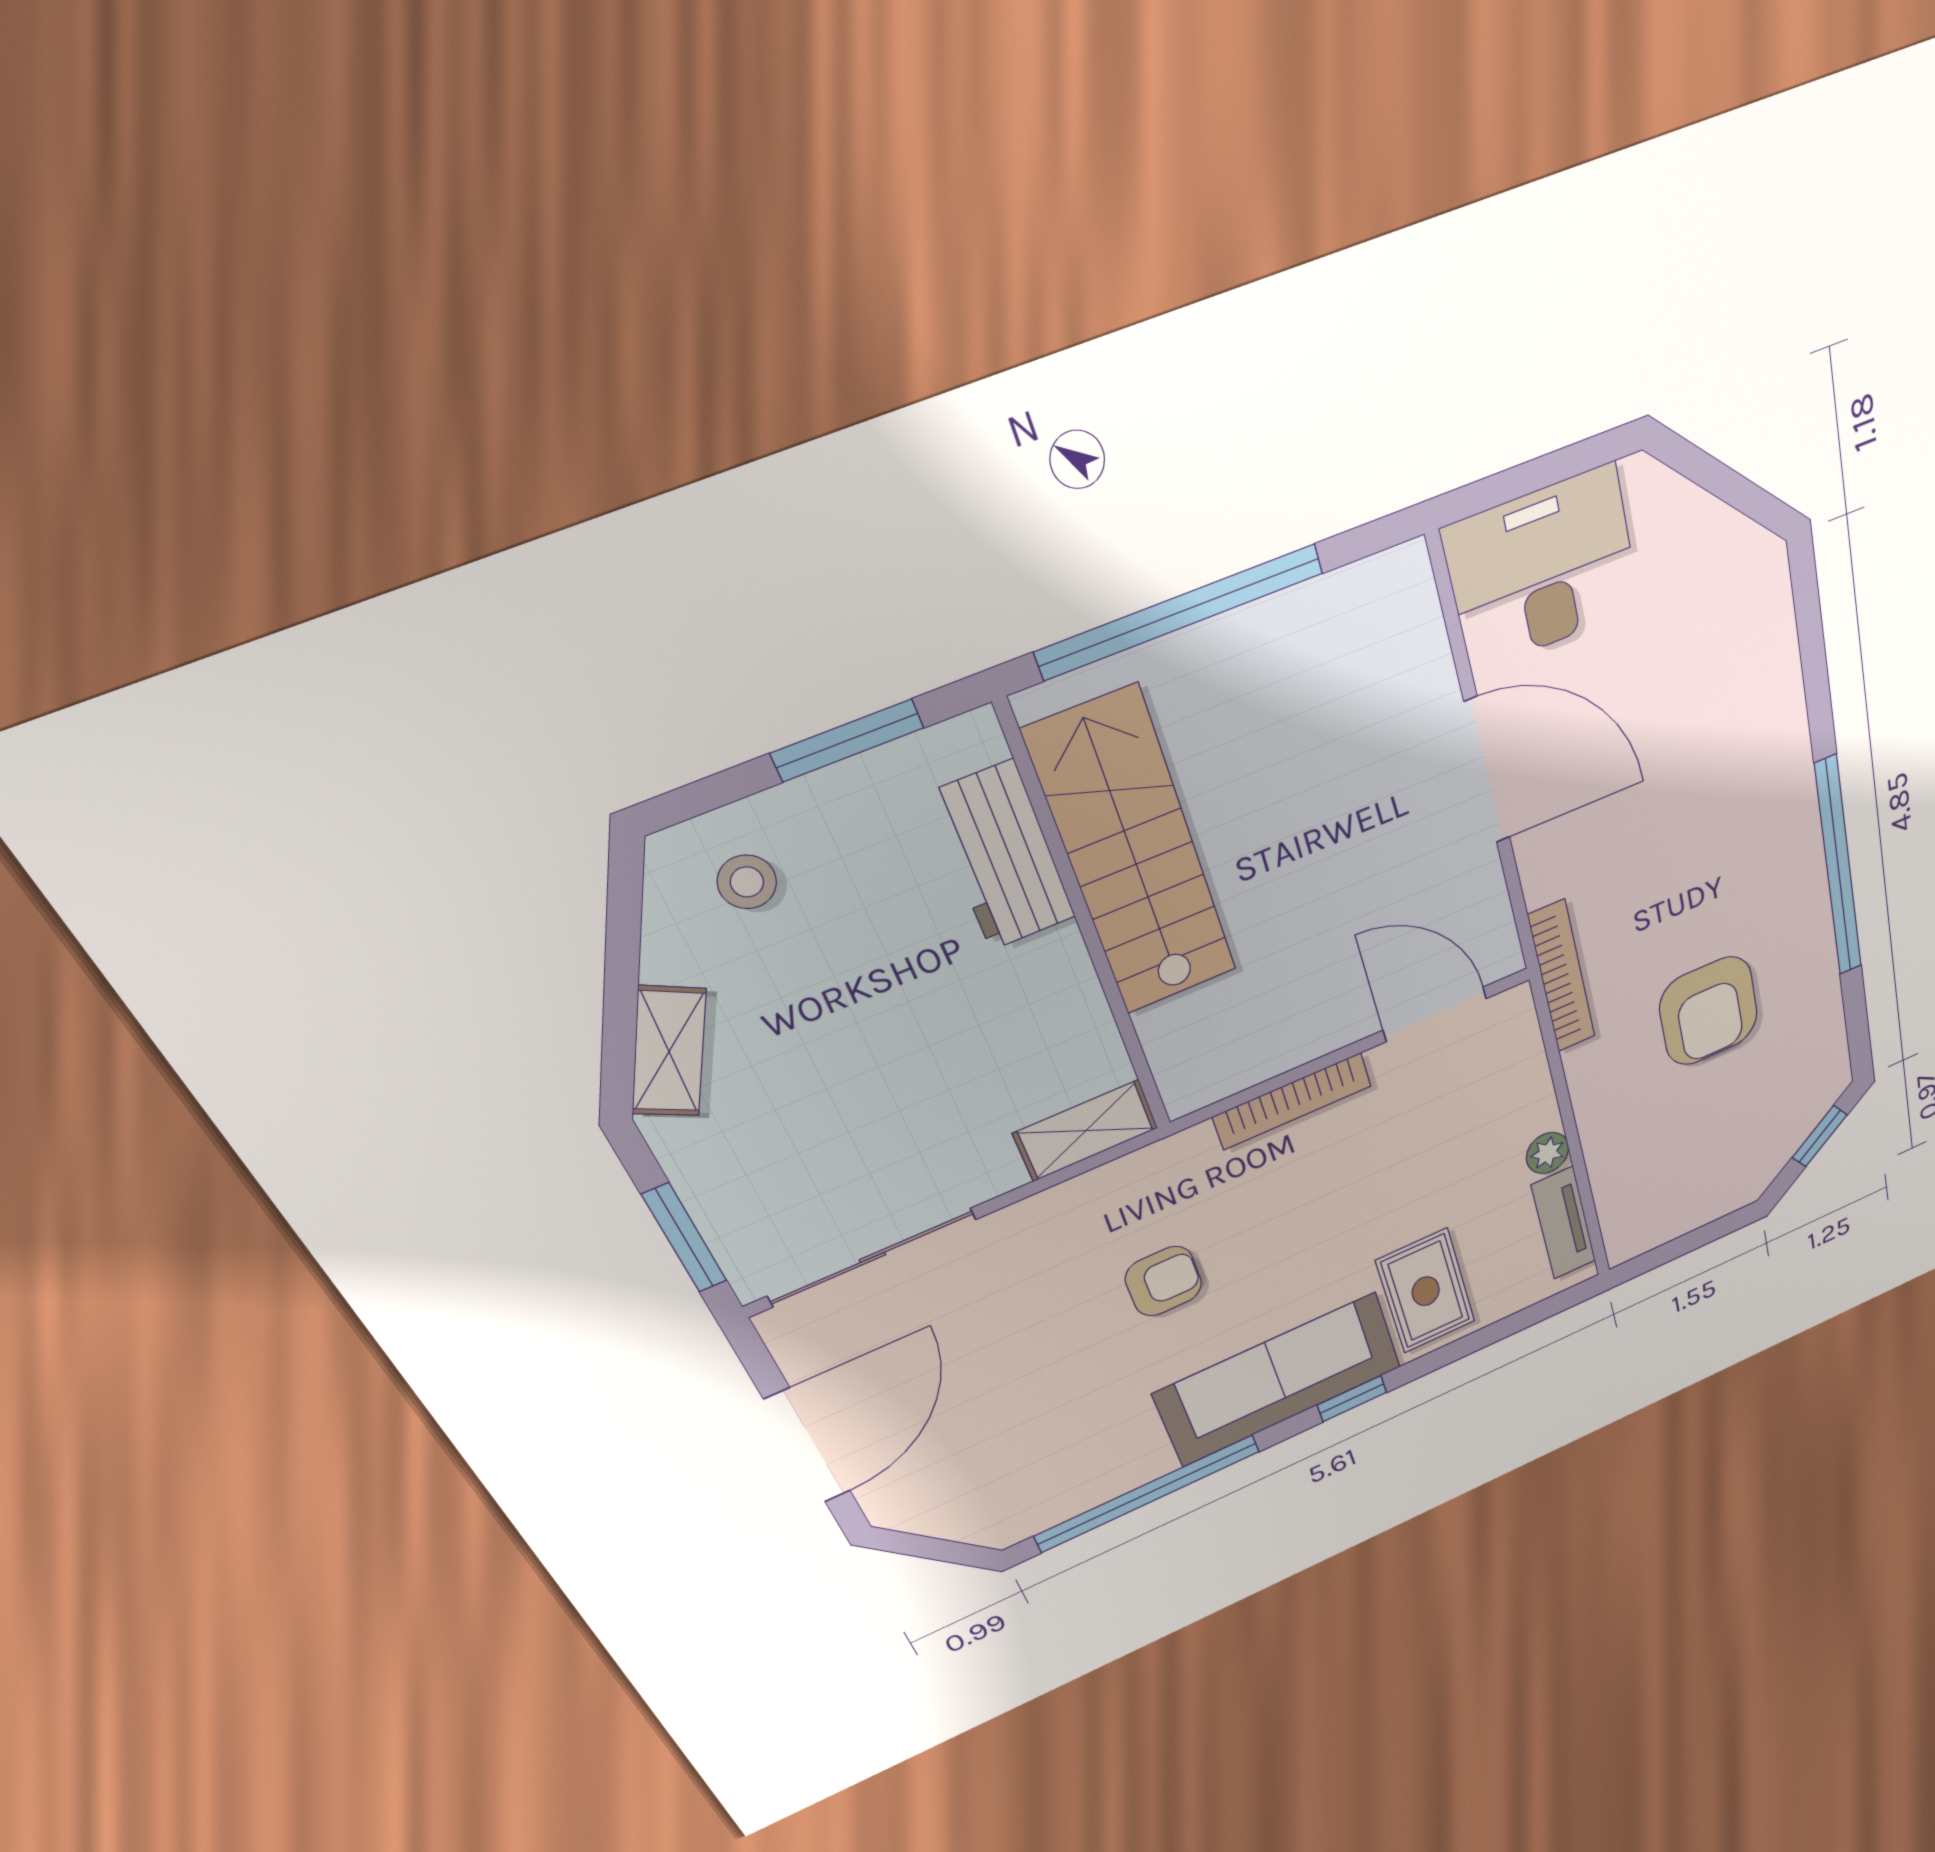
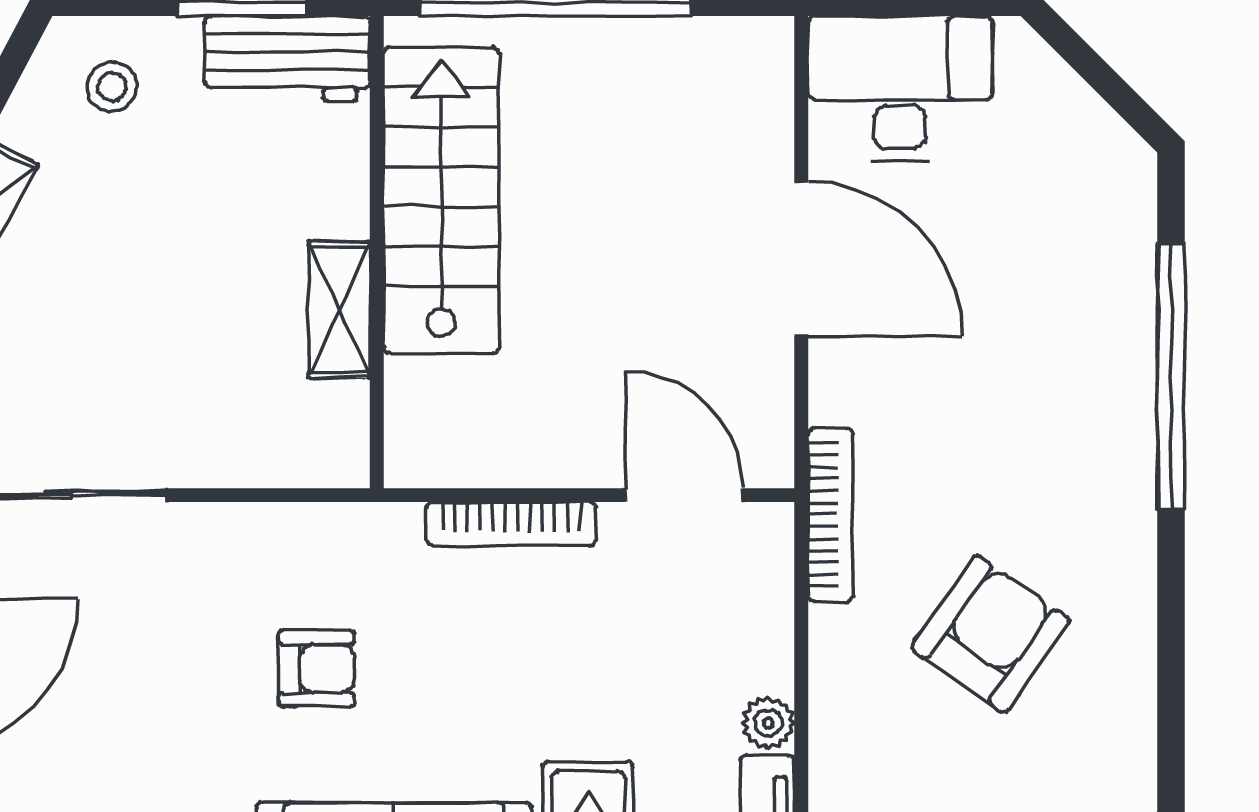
workbench: (1002, 856) -> (287, 59), moved, turned -90
window: (1838, 868) -> (1171, 376), moved
armchair: (1709, 1011) -> (990, 634), turned -145
shelving: (1086, 1131) -> (339, 310), moved, turned 90

